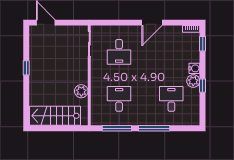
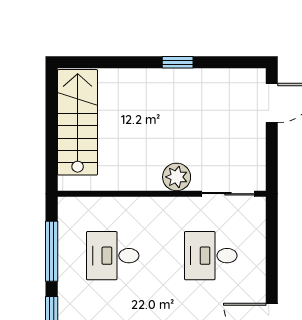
plant: (81, 91) -> (177, 177), moved
desk: (119, 99) -> (113, 256), turned 180

